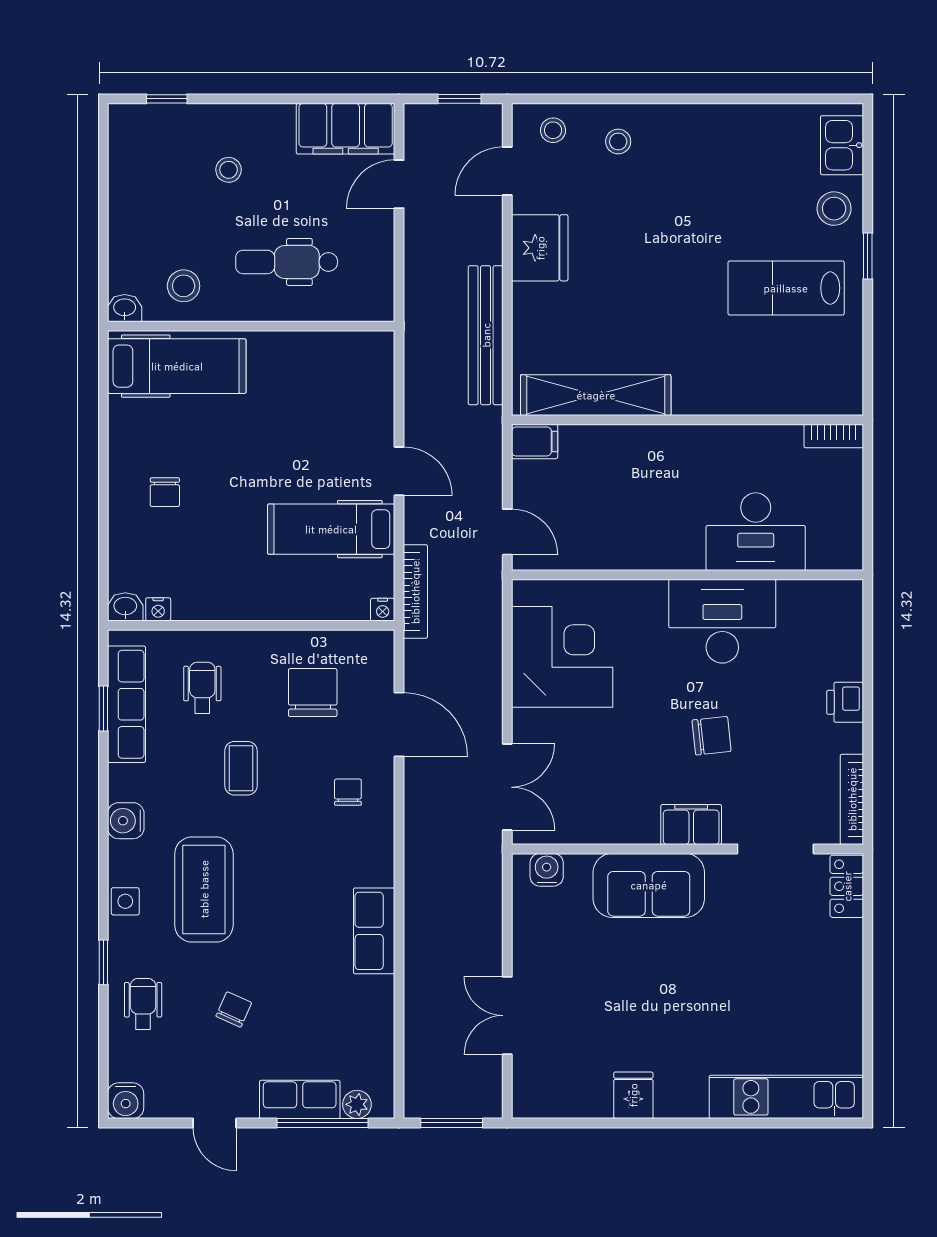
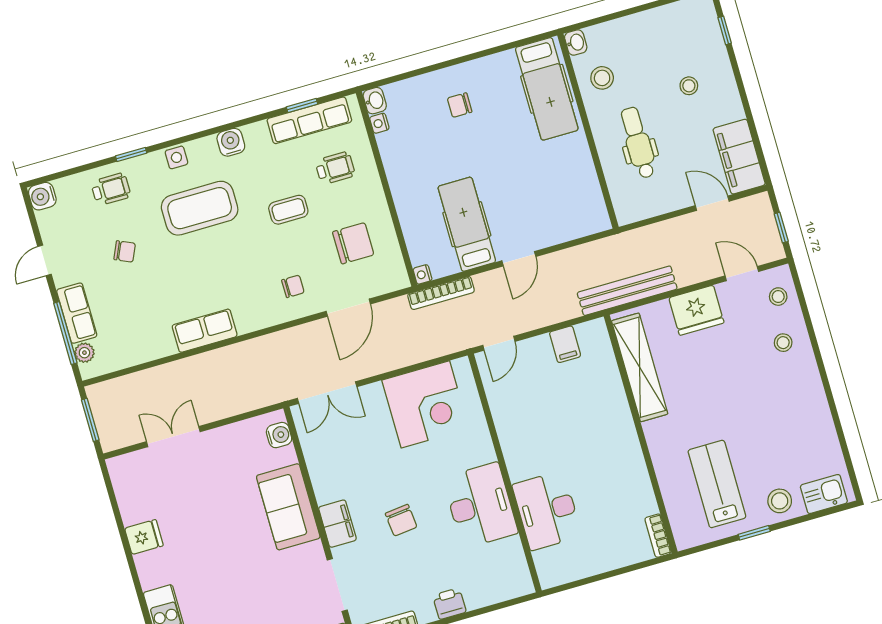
shelving: (596, 395) -> (640, 367), moved
wall: (688, 420) -> (641, 434), moved
bookcase: (834, 436) -> (658, 536), moved

